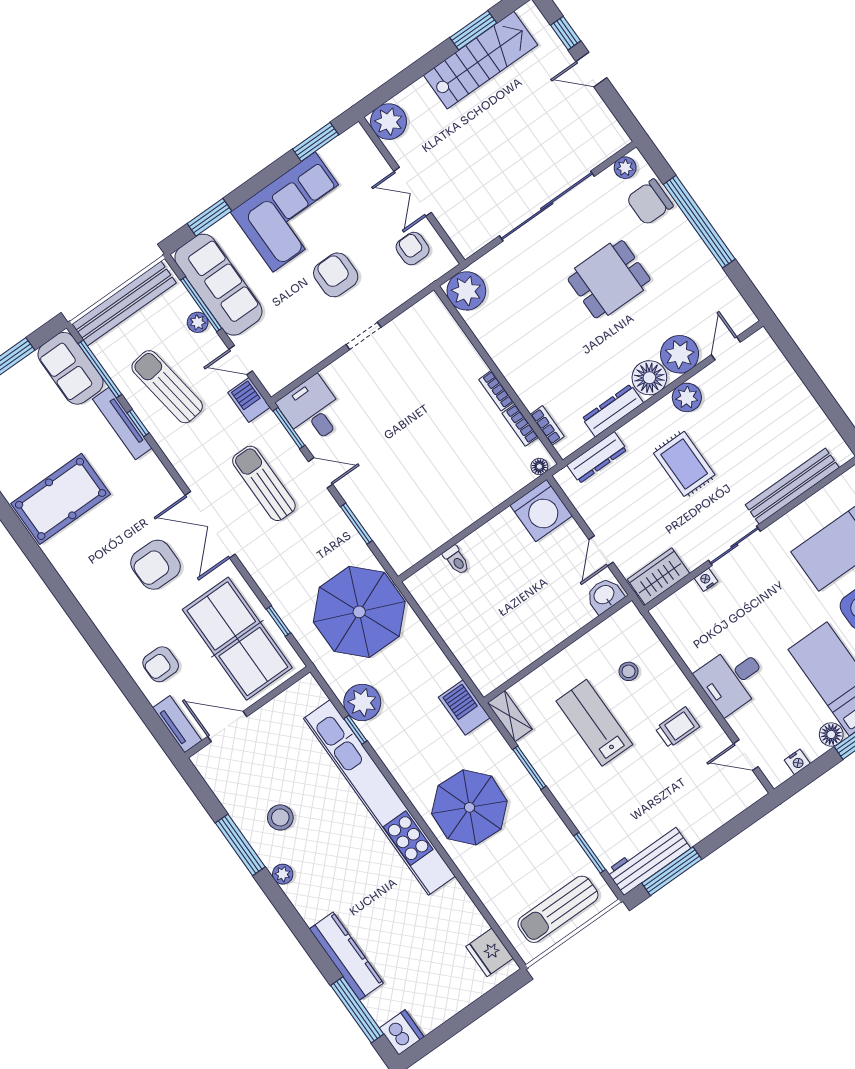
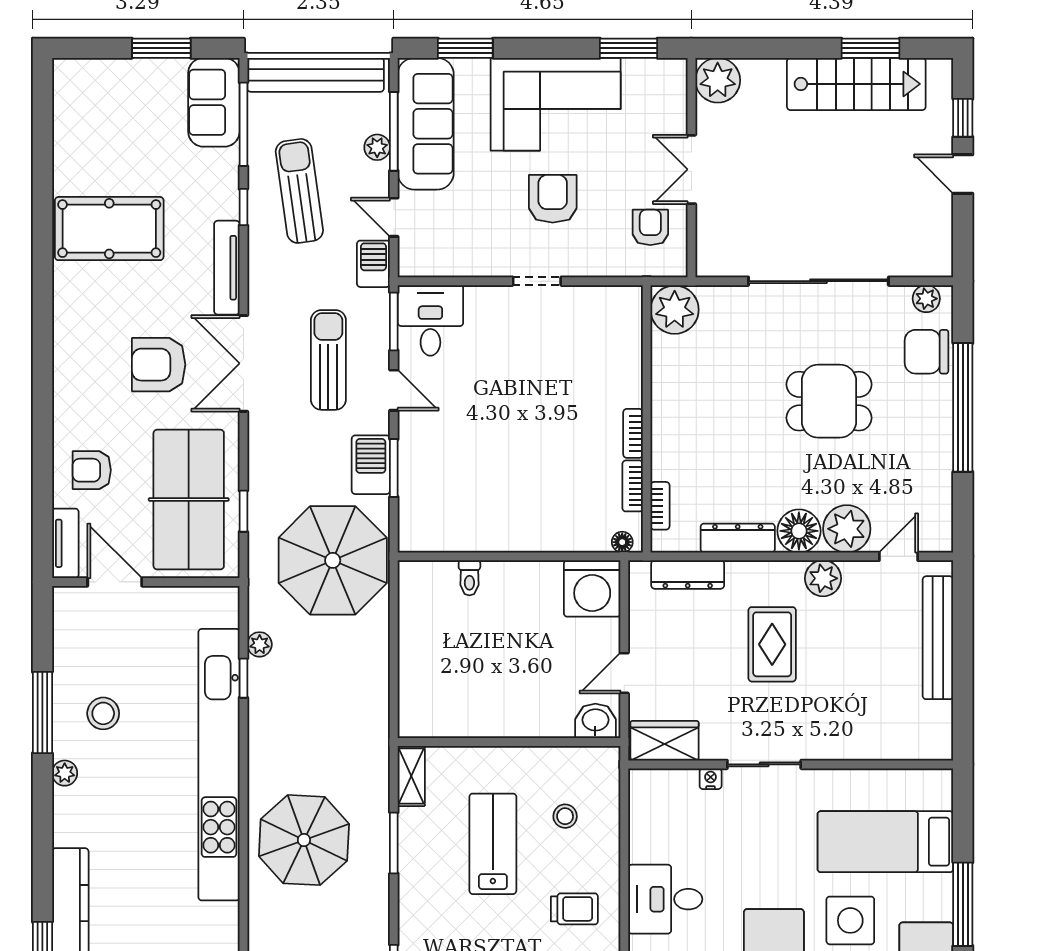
tv unit: (122, 424) -> (227, 268), moved
bench: (792, 486) -> (938, 638), moved, turned 90
plant: (362, 702) -> (260, 644), width x0.53, depth x0.53
barbecue: (464, 708) -> (371, 465), moved

